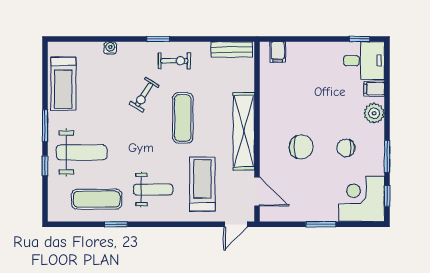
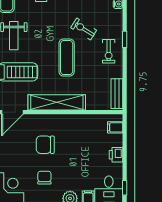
printer: (315, 51) -> (116, 155), added
exercise mat: (183, 118) -> (67, 58), turned 90
chair: (301, 147) -> (45, 145), turned 90

